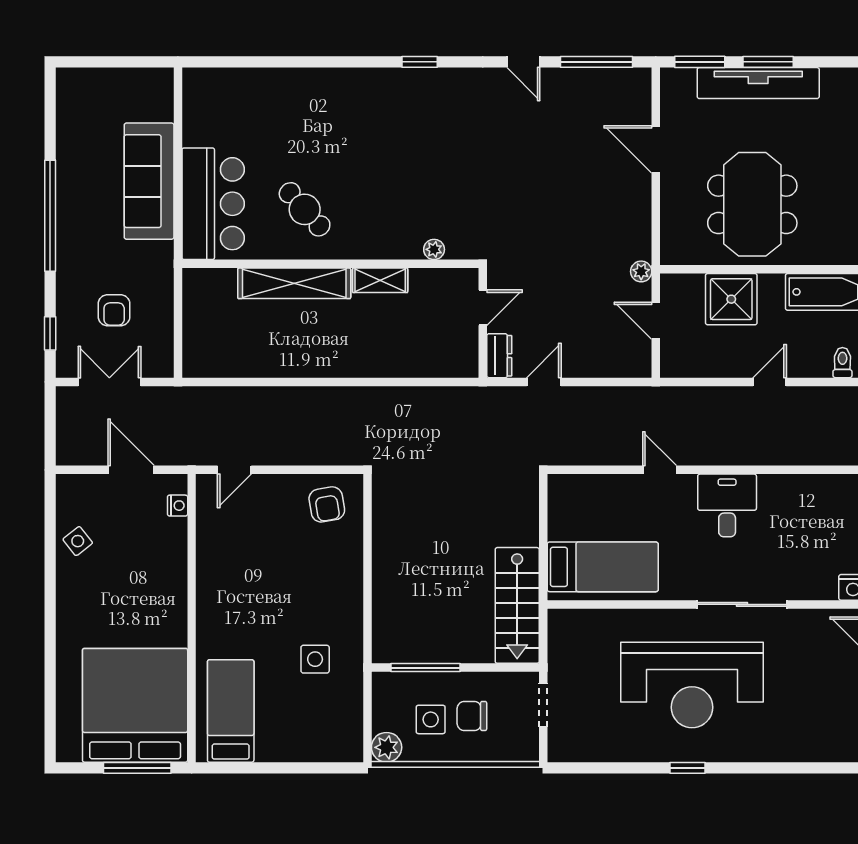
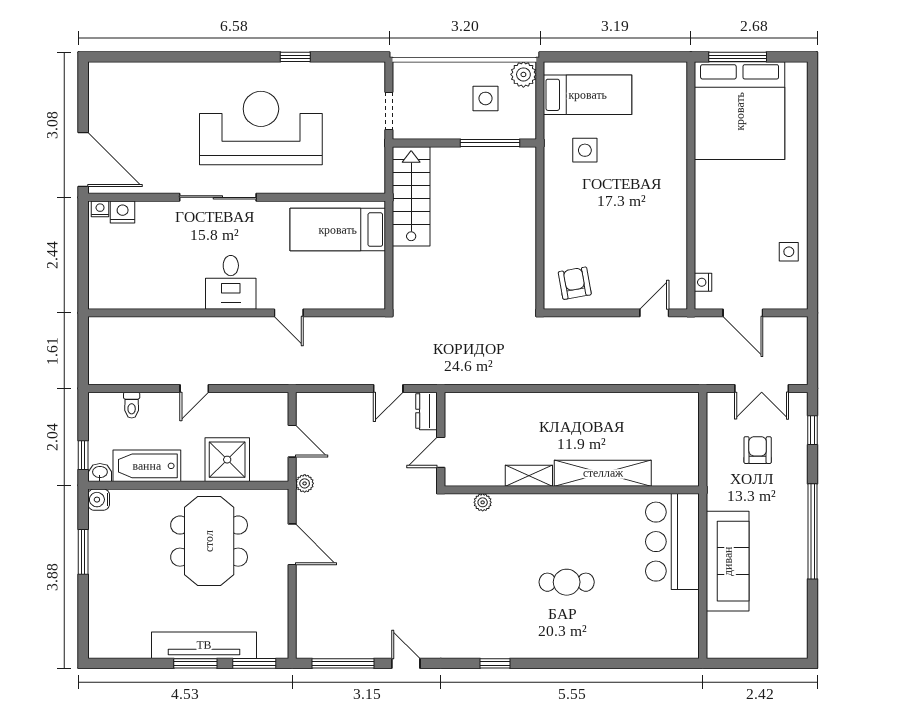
door: (656, 149) -> (292, 544), moved
cafe table: (305, 209) -> (567, 582), moved, turned -48
side table: (78, 541) -> (789, 252), turned 38
bed: (231, 711) -> (588, 95), moved, turned -90
chair: (472, 716) -> (450, 101), removed
window: (687, 768) -> (295, 57), moved

